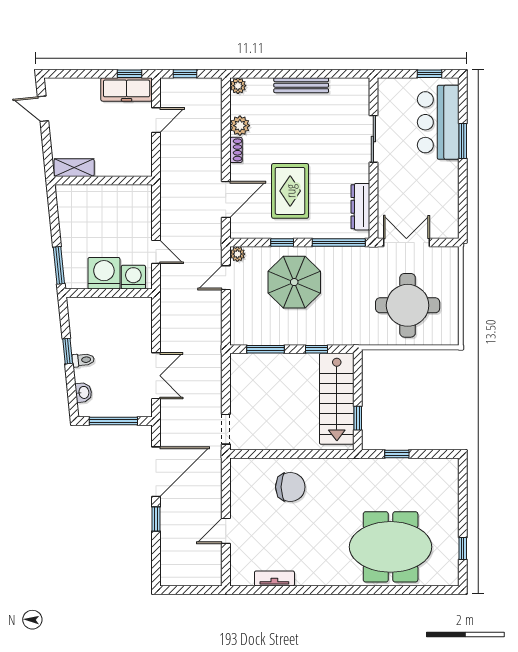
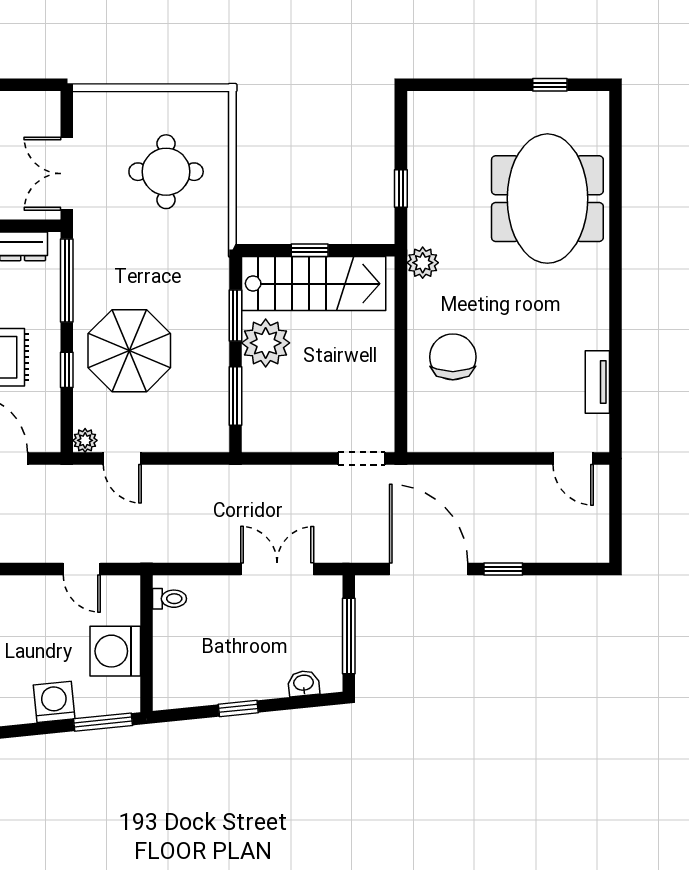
door: (156, 252) -> (82, 569), swing flipped
washing machine: (133, 277) -> (54, 702), moved, turned 84
round table: (408, 305) -> (166, 172), width x0.73, depth x0.73
window: (316, 349) -> (235, 316), width x1.50
toilet: (83, 360) -> (170, 599), moved, turned 96
plant: (299, 368) -> (266, 343), added
window: (358, 418) -> (310, 250), moved
plant: (350, 468) -> (423, 263), added
door: (226, 531) -> (573, 459), moved

